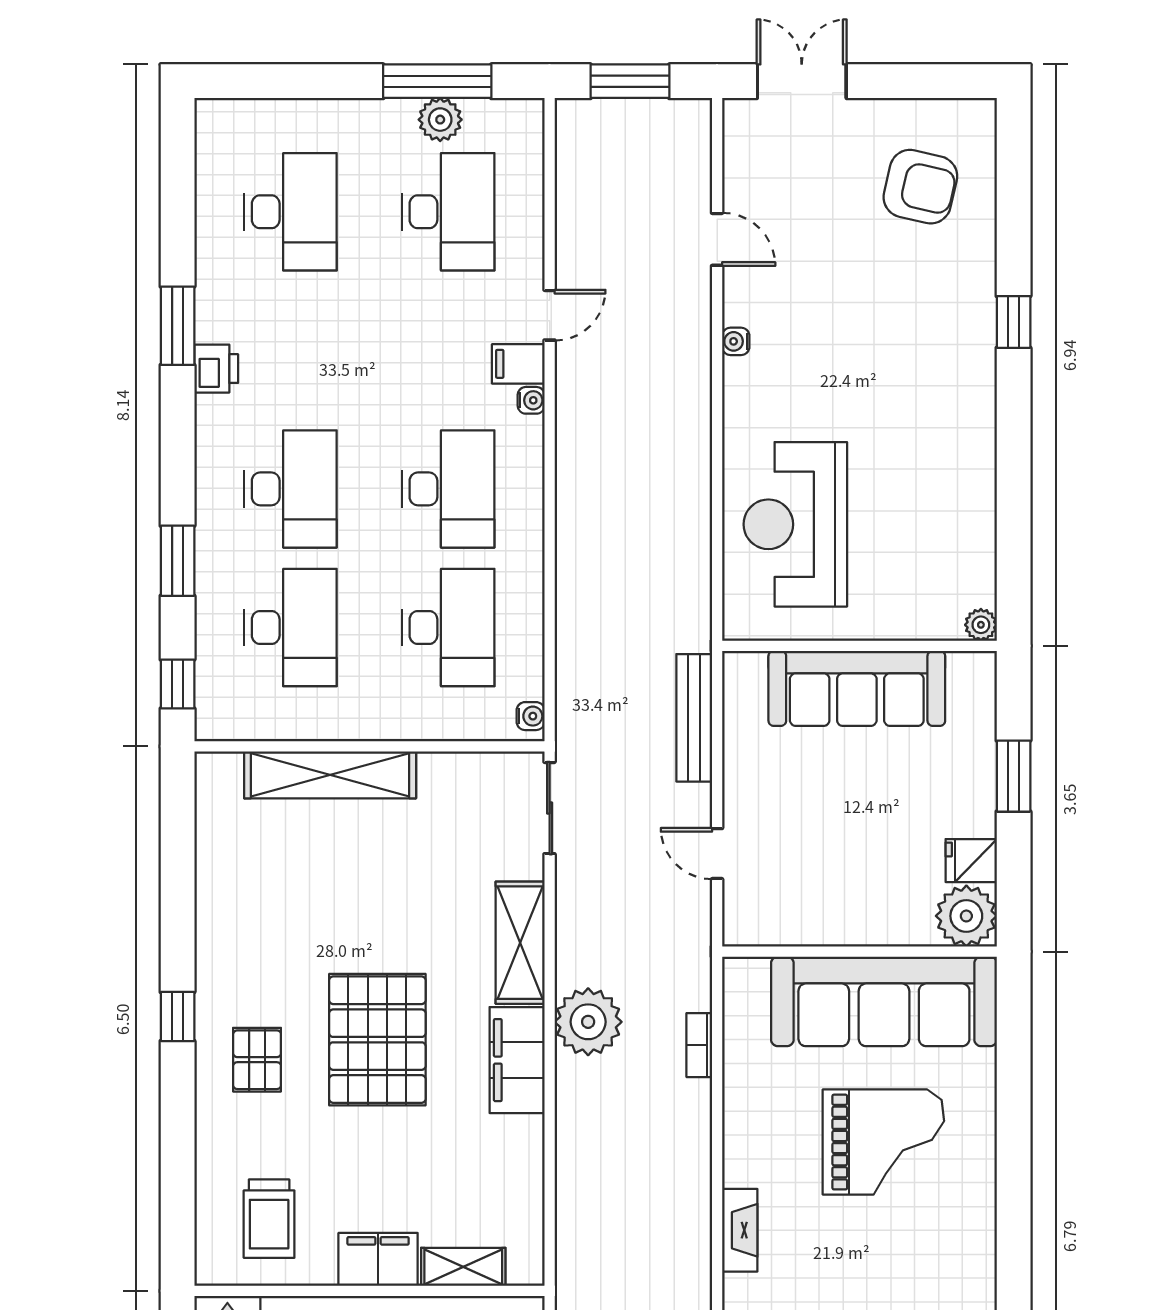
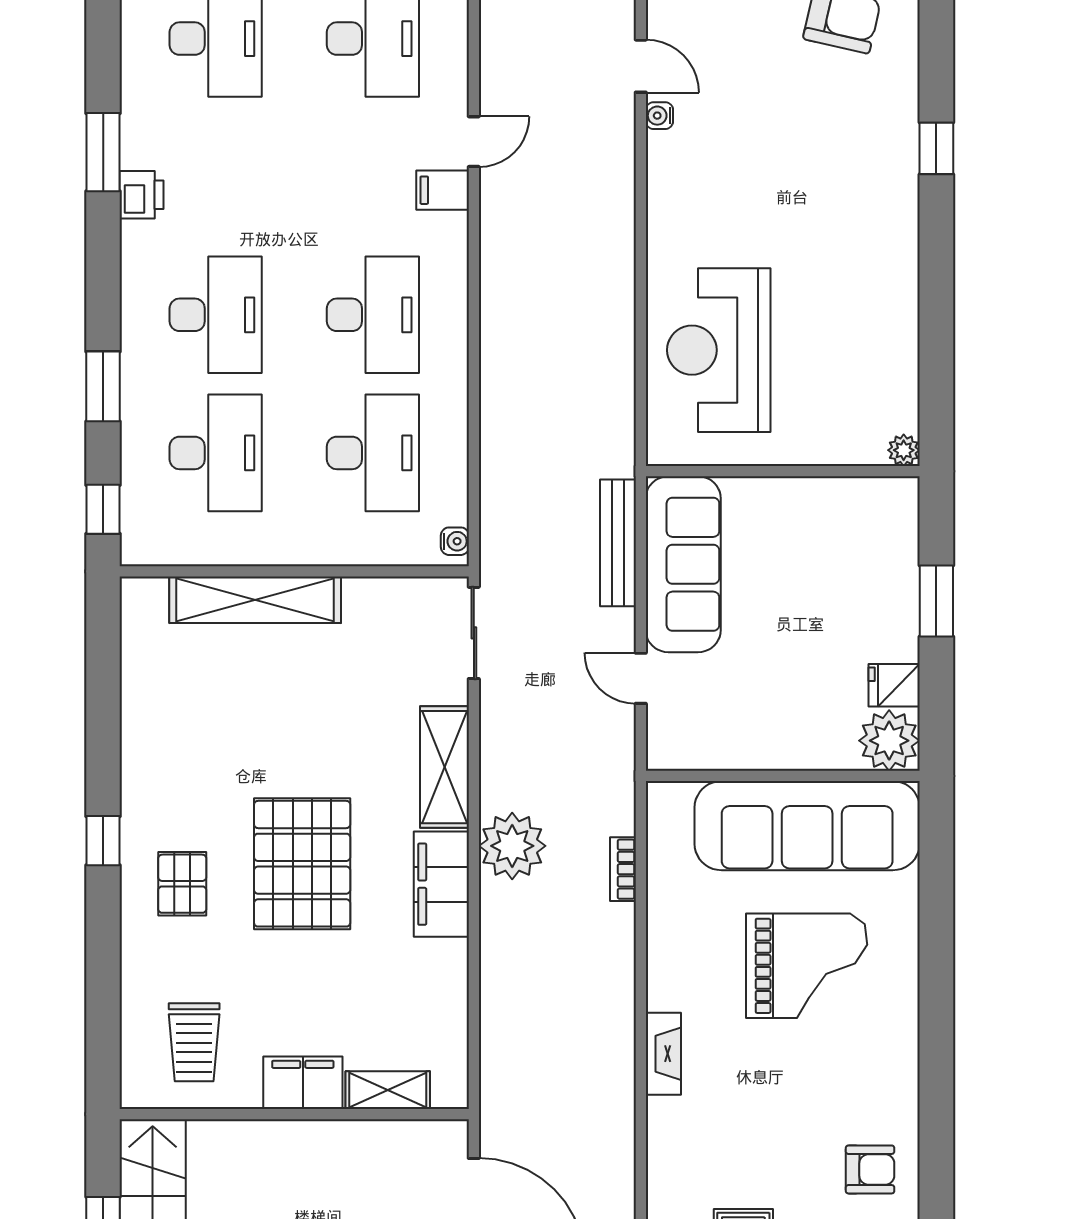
water cooler: (736, 341) -> (659, 116), moved
water cooler: (531, 400) -> (455, 226), removed
sofa: (857, 688) -> (683, 564), moved, turned -90

